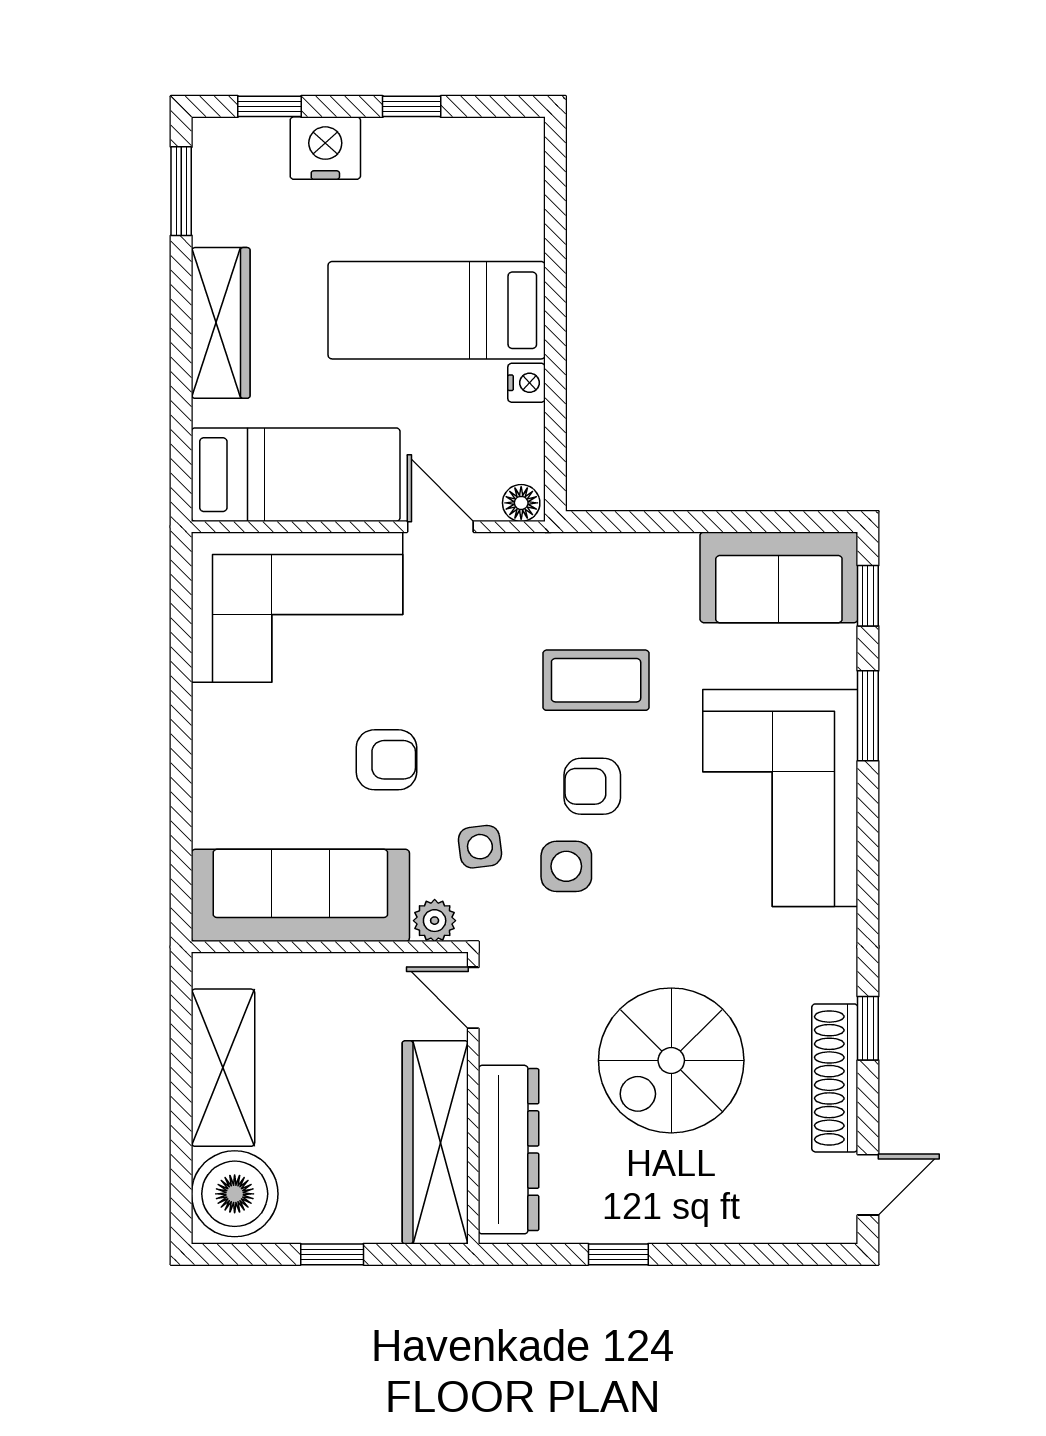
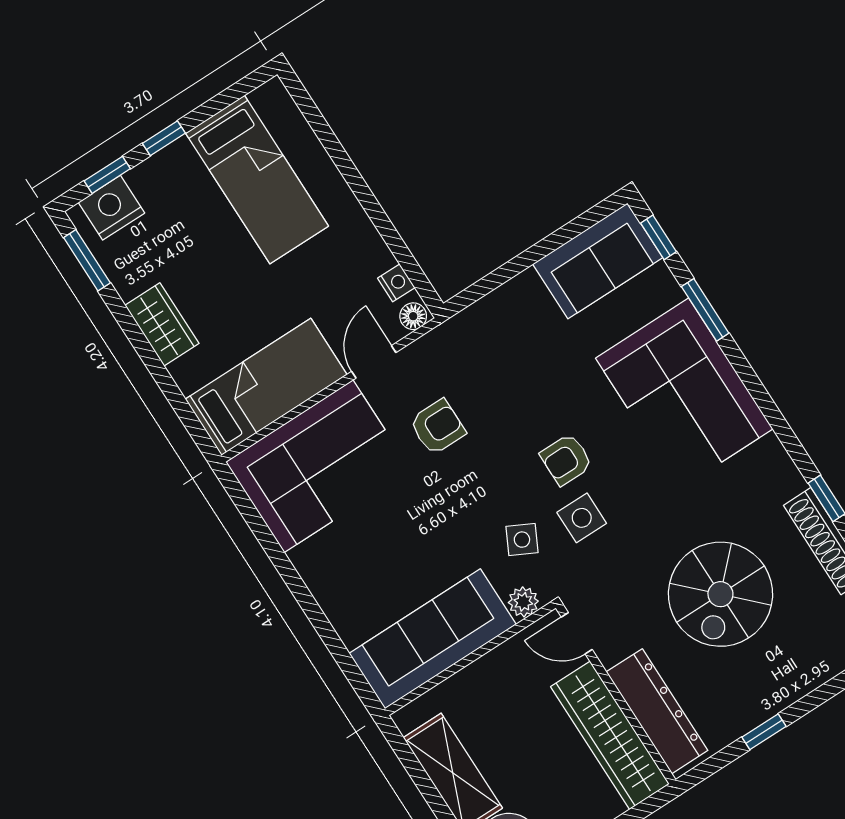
window: (412, 106) -> (164, 138), moved
nightstand: (325, 148) -> (111, 208), moved
bed: (437, 310) -> (257, 180), moved, turned -90
wardrobe: (221, 323) -> (162, 324), width x0.67
nightstand: (527, 383) -> (396, 283), moved
door: (440, 527) -> (374, 362), hinge flipped
coffee table: (596, 680) -> (527, 394), removed
armchair: (386, 760) -> (437, 427), moved
side table: (480, 847) -> (522, 540), turned 34

